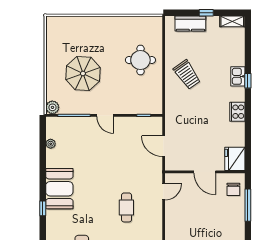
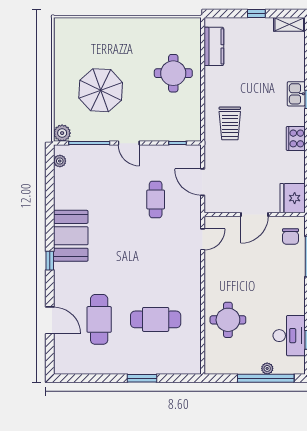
kitchen counter: (190, 23) -> (214, 46), moved, turned -90
trolley: (187, 75) -> (230, 123), moved, turned 35
plant: (51, 144) -> (60, 161), moved
door: (205, 172) -> (255, 214), hinge flipped
cafe table: (126, 207) -> (156, 199), moved

